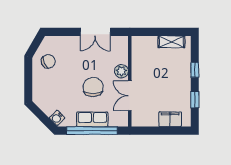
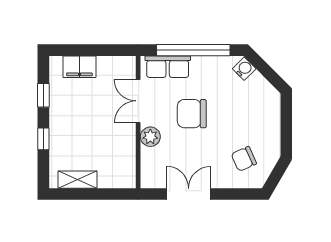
chair: (48, 61) -> (244, 159), moved
chair: (93, 87) -> (192, 114), turned 90
double door: (130, 96) -> (138, 101), swing flipped
row of seats: (92, 119) -> (168, 67), moved

